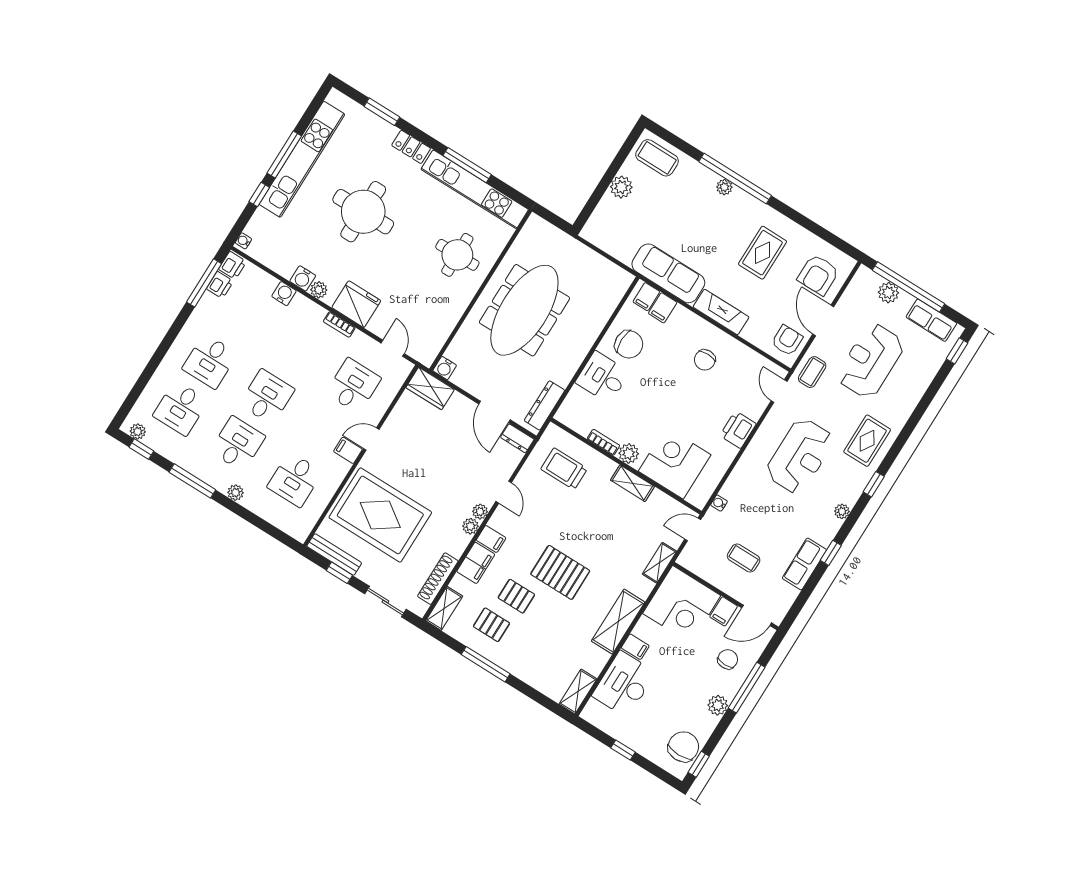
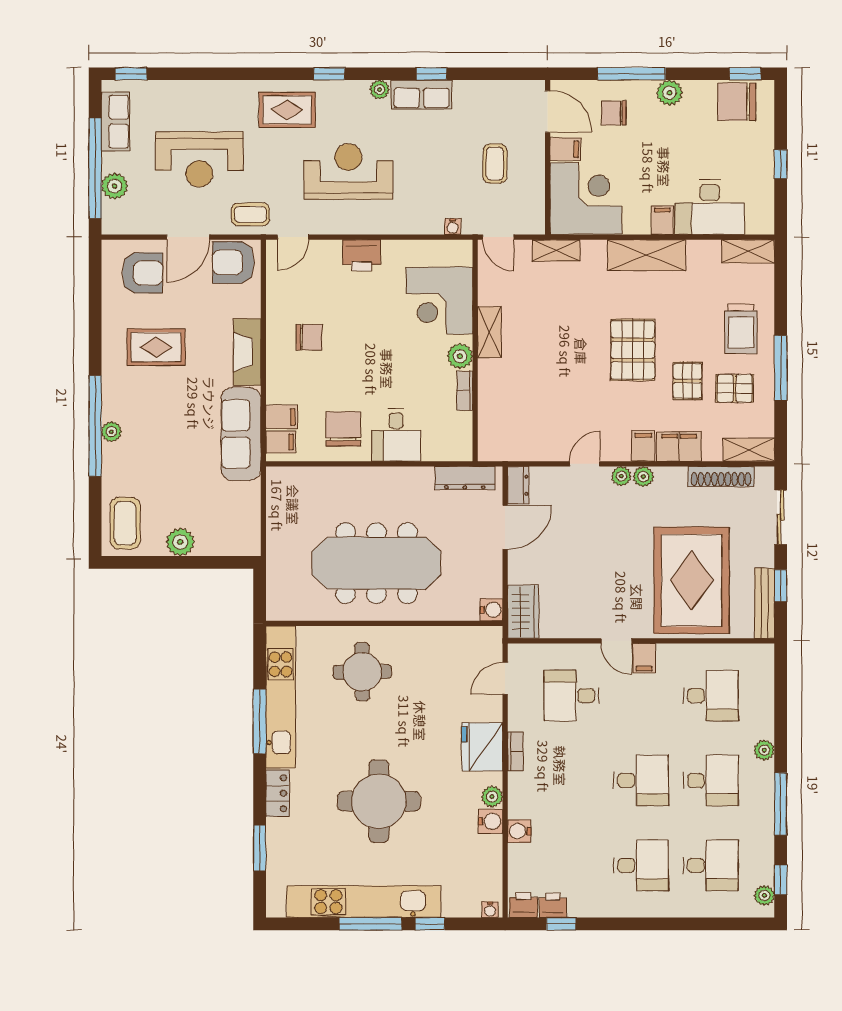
window: (204, 283) -> (561, 924), width x0.46
armchair: (787, 340) -> (233, 262), width x1.38, depth x1.38
desk: (267, 397) -> (641, 780), turned 180
desk: (238, 444) -> (711, 780), turned 180
trolley: (564, 469) -> (741, 329), moved
row of seats: (804, 564) -> (421, 95), moved
pallet: (491, 625) -> (735, 388), turned 90

